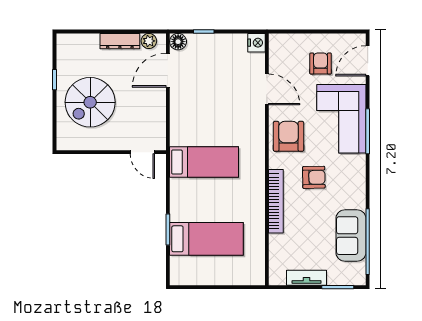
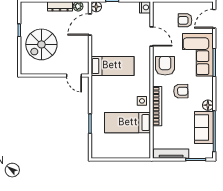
armchair: (321, 63) -> (185, 20), turned -90
bed: (204, 162) -> (112, 66), moved
side table: (251, 193) -> (142, 101), added
floor lamp: (357, 200) -> (208, 105), added
bed: (206, 239) -> (128, 123), moved, turned 180
tv unit: (307, 278) -> (171, 154), width x1.41

